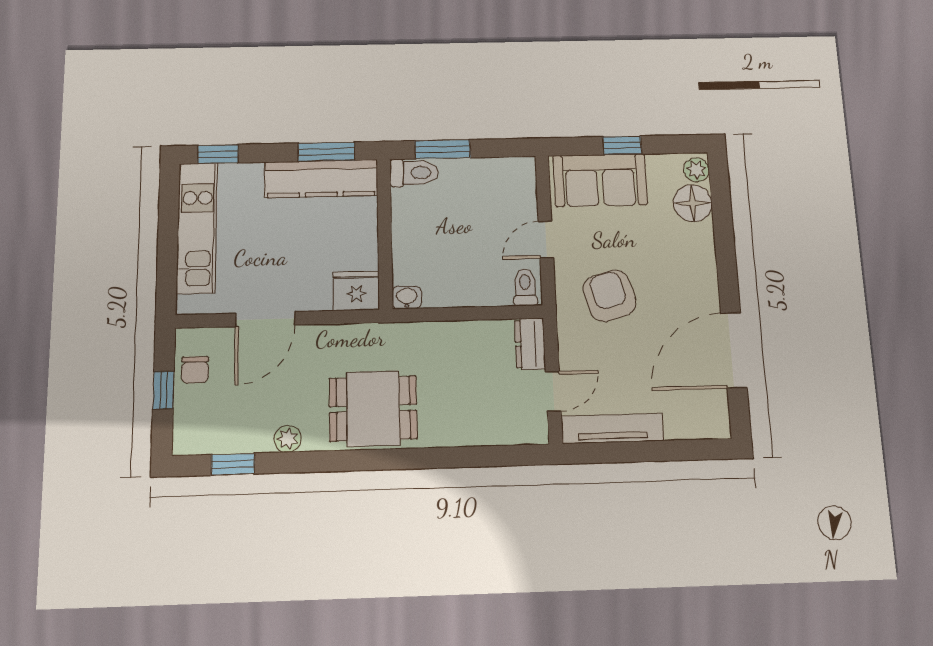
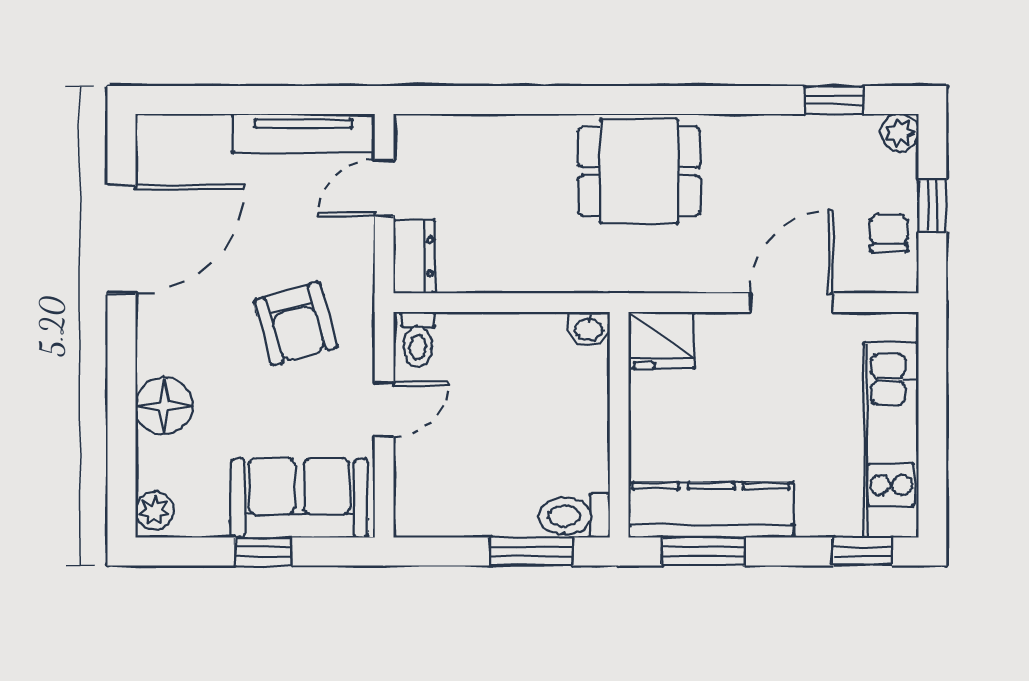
floor lamp: (693, 203) -> (164, 406), moved
plant: (288, 439) -> (900, 133), moved

